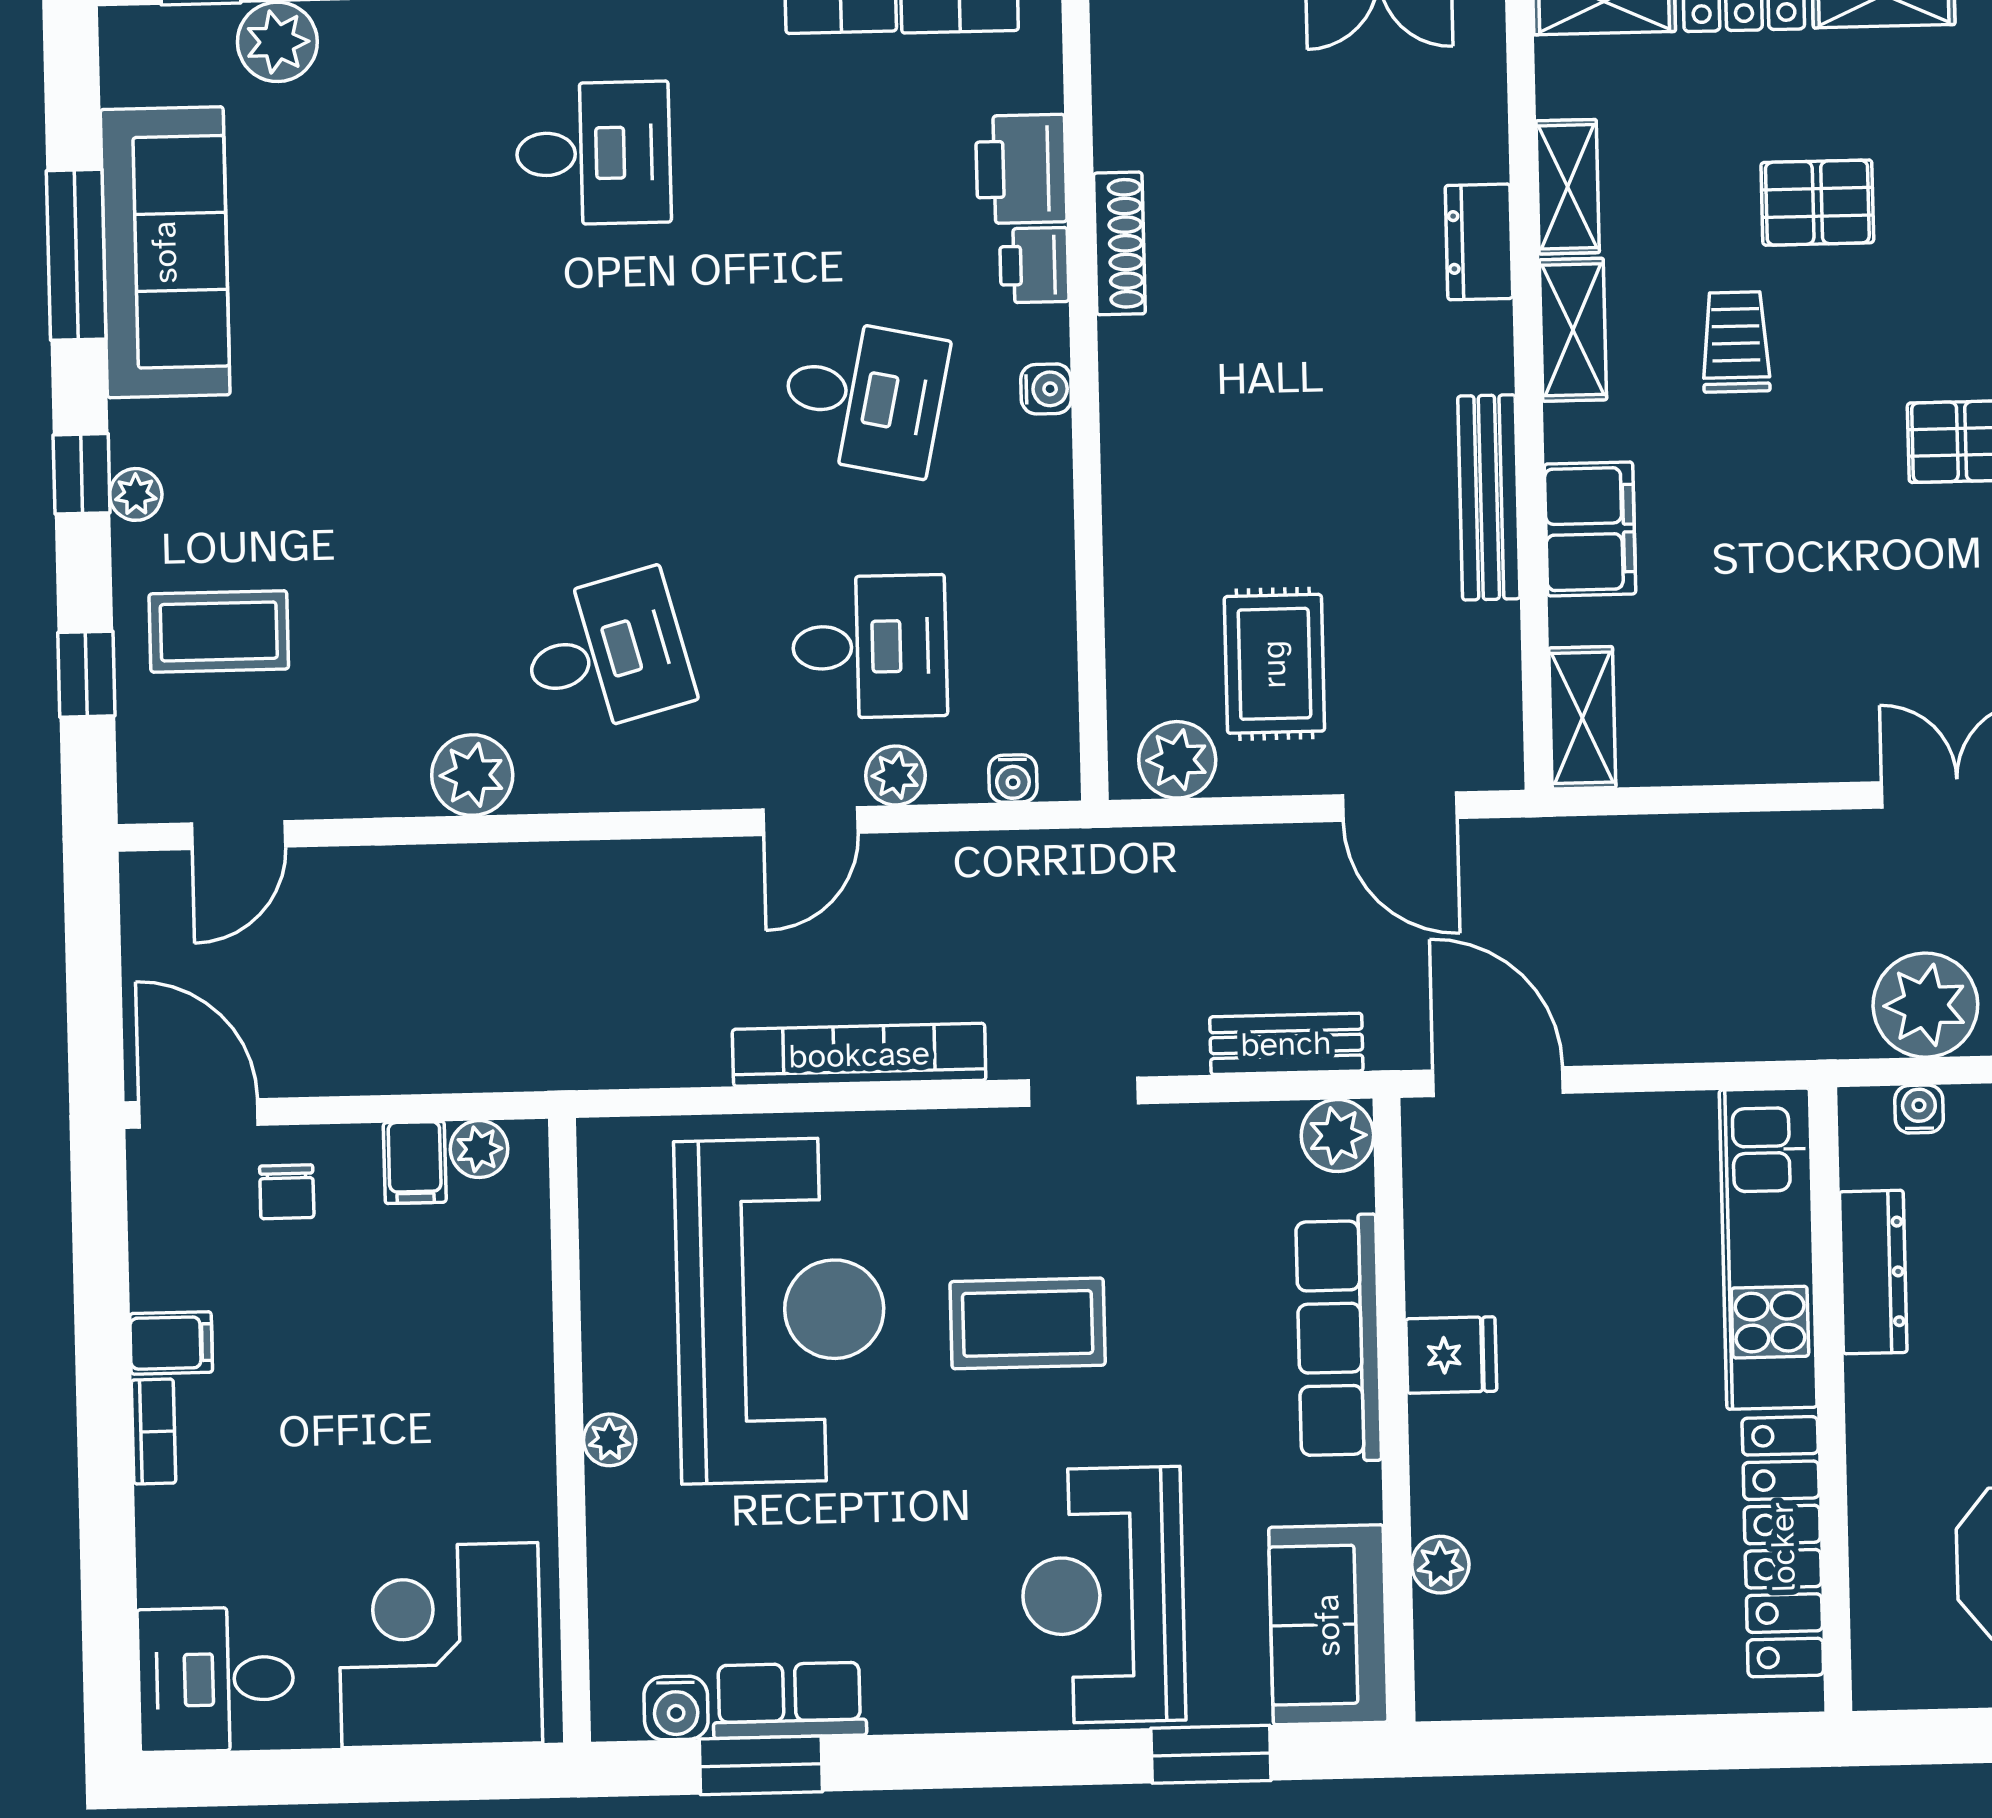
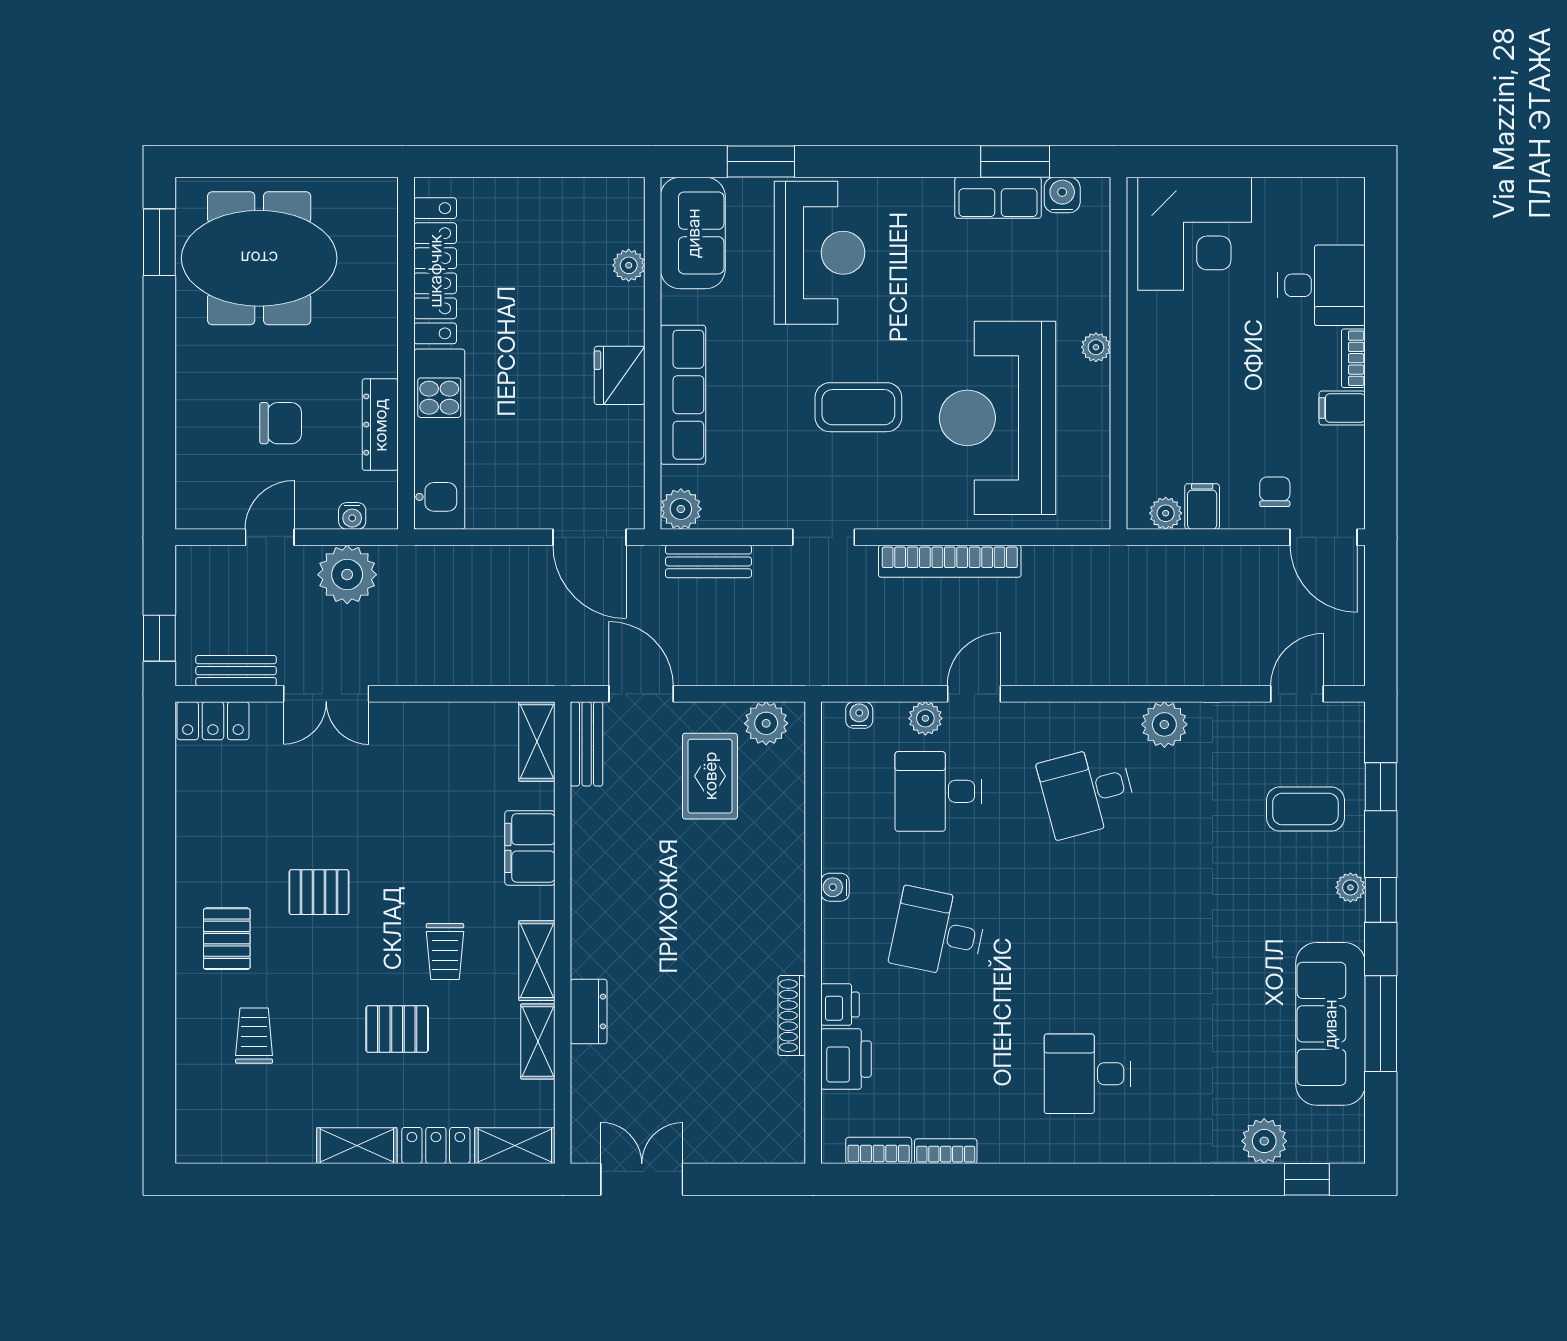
water cooler: (1046, 389) -> (835, 887), moved
bench: (1489, 497) -> (587, 744), moved, width x0.73
fridge: (1451, 1355) -> (620, 375), width x1.38
desk: (216, 1679) -> (1322, 285), moved

